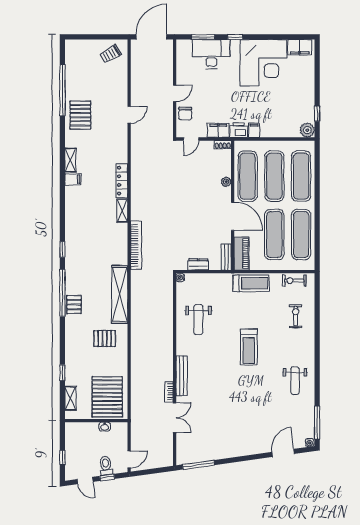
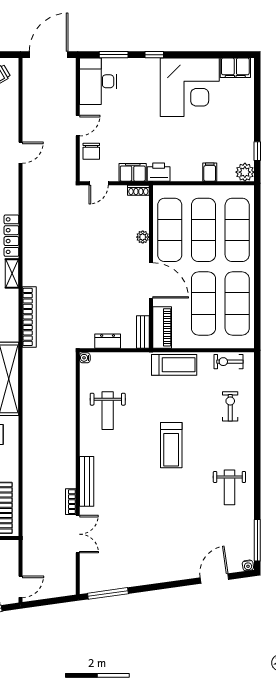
desk: (211, 54) -> (98, 81), moved, turned -90
filing cabinet: (254, 130) -> (210, 172), moved

